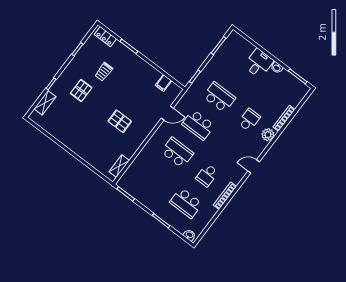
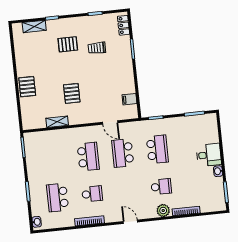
pallet: (84, 149) -> (27, 87), added
shelving: (119, 166) -> (57, 122), moved
school desk: (207, 175) -> (92, 194), turned 180

